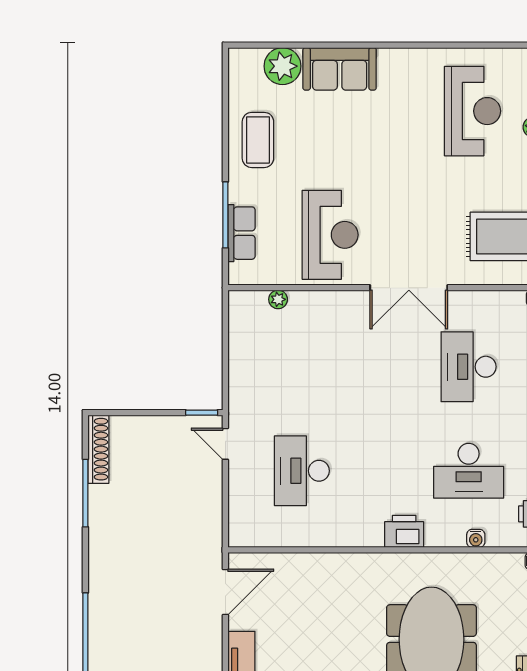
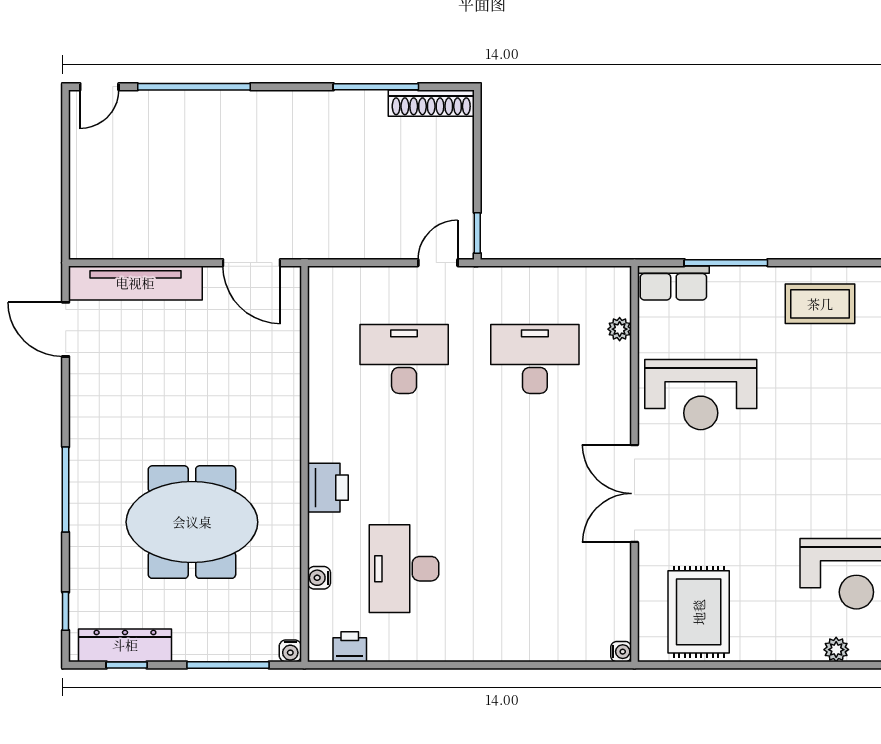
row of seats: (241, 233) -> (673, 283), moved
desk: (469, 367) -> (535, 359), moved

